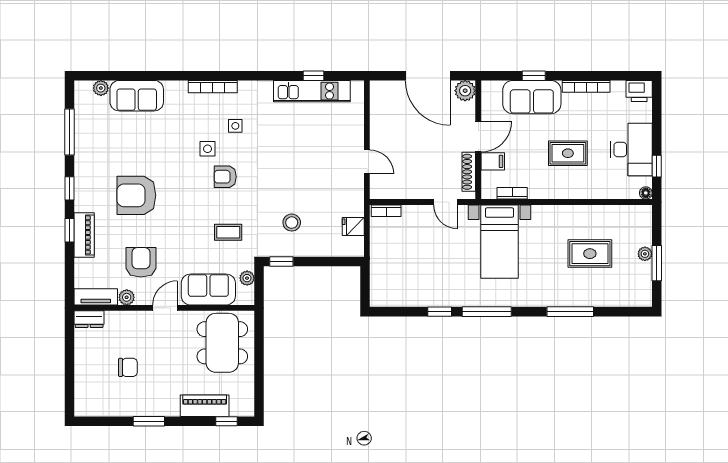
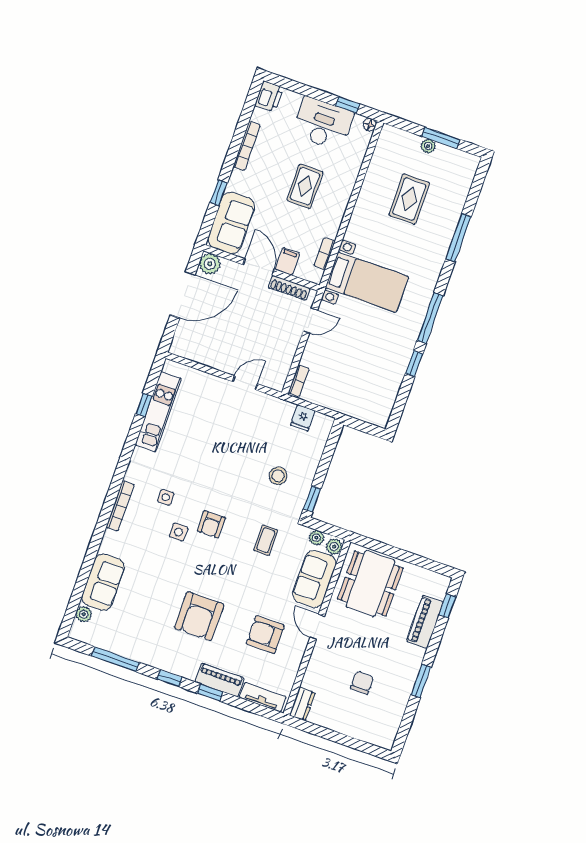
sofa: (532, 97) -> (231, 223), moved
tv unit: (96, 297) -> (263, 697), moved, turned 90
plant: (127, 297) -> (334, 547), moved
dining table: (222, 343) -> (370, 584), turned 90

